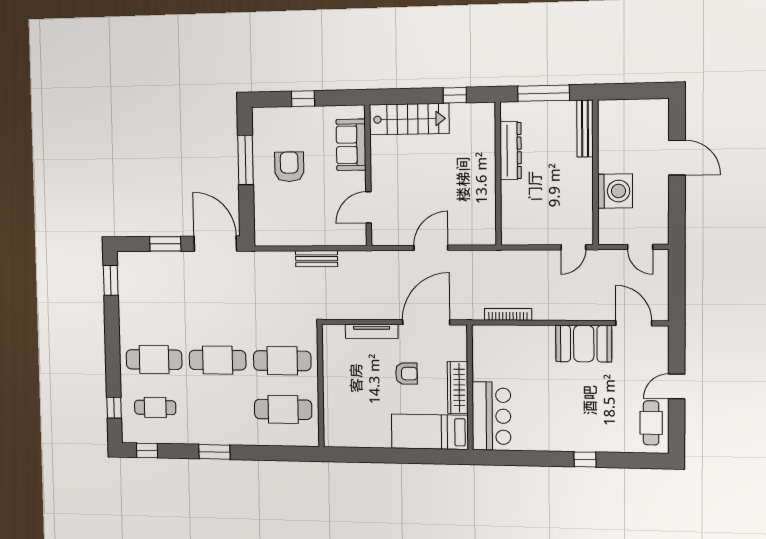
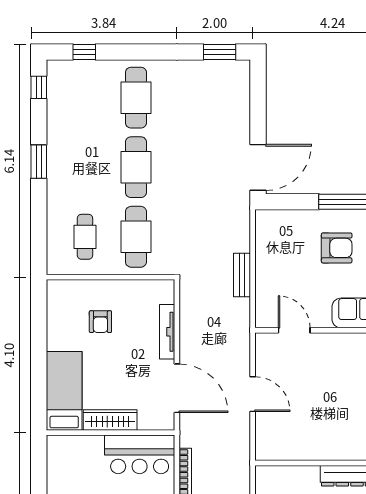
window: (165, 244) -> (258, 113), removed
armchair: (406, 374) -> (100, 322), moved
cafe table: (155, 407) -> (85, 98), removed
cafe table: (283, 409) -> (85, 237), width x0.73, depth x0.74
bar counter: (491, 416) -> (140, 454), moved

